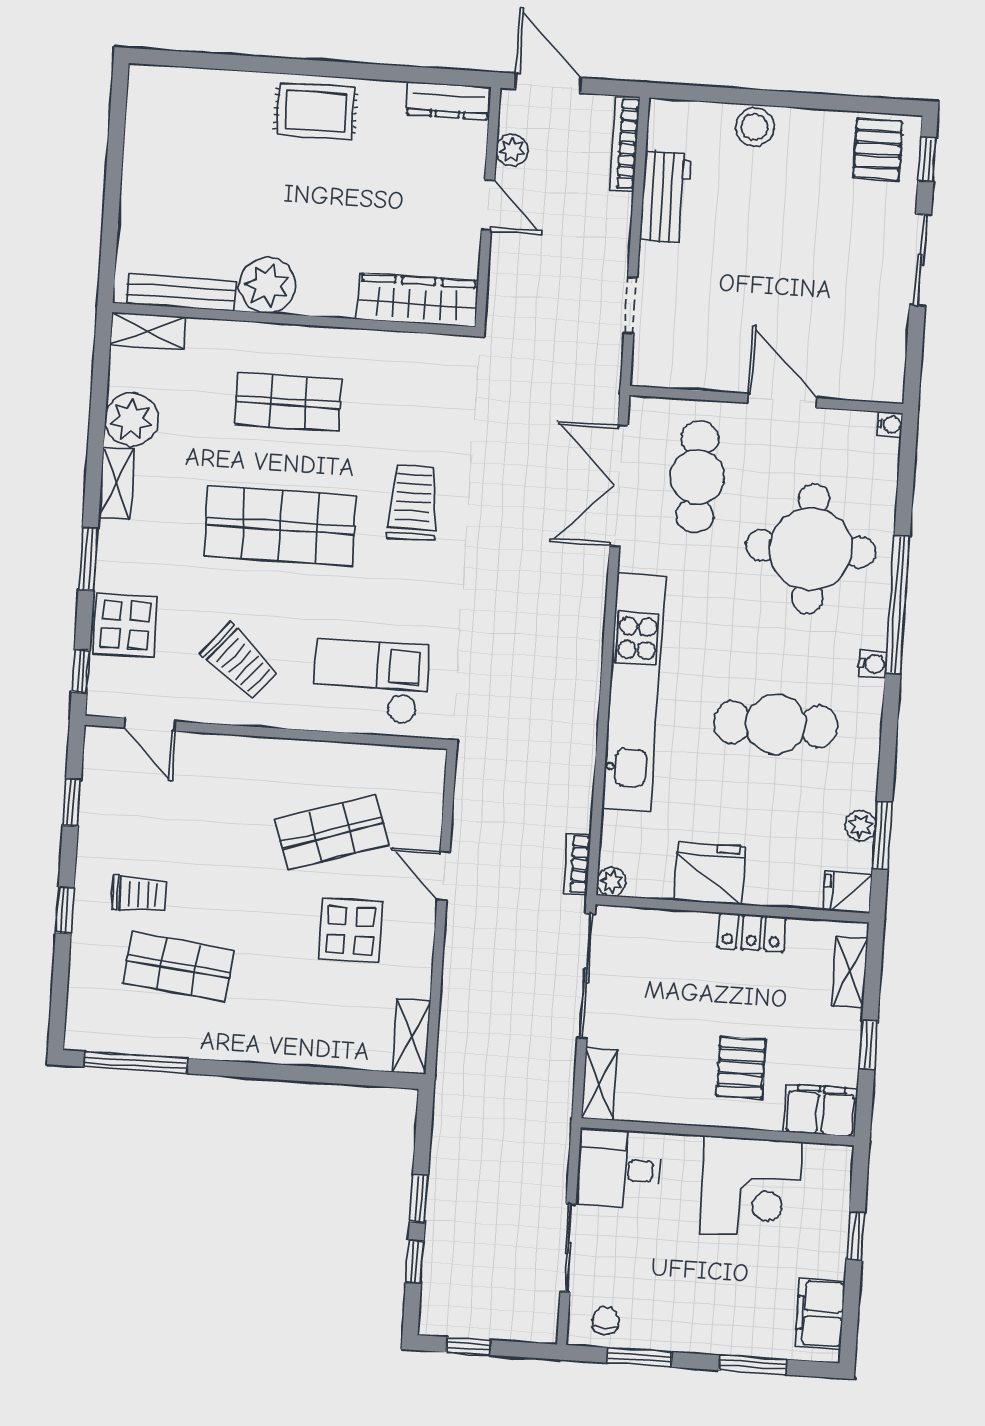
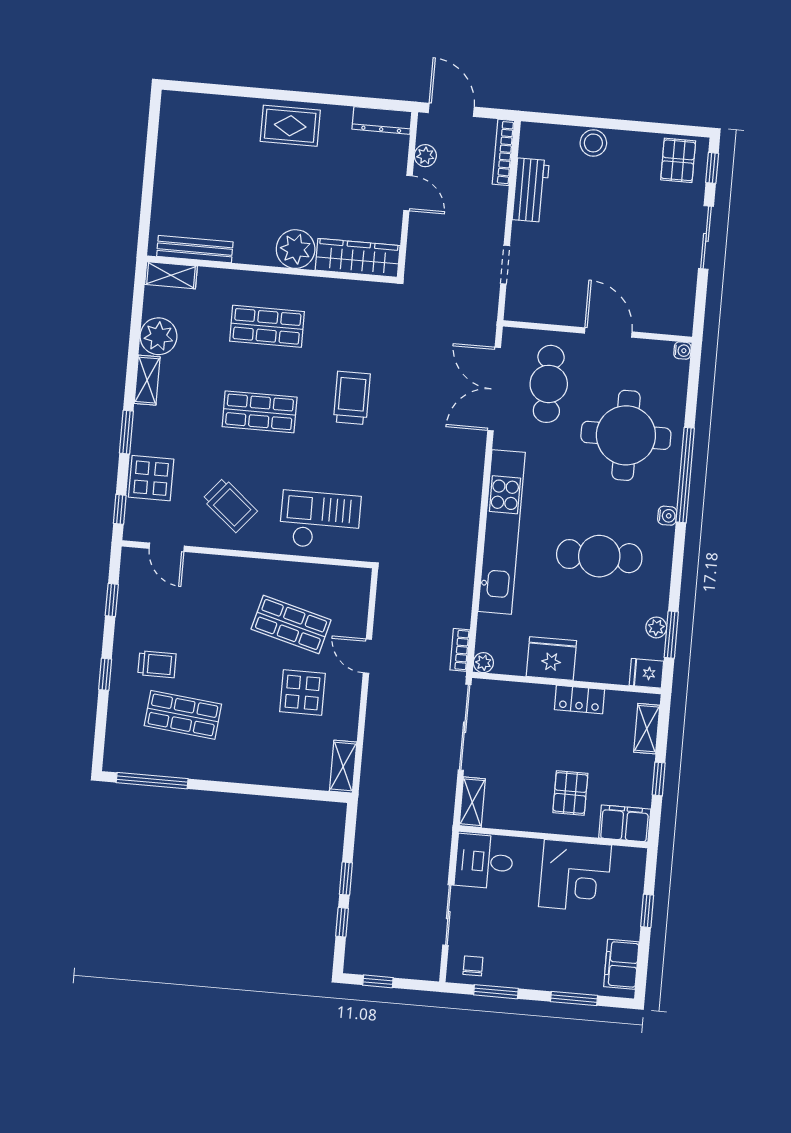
plant: (267, 285) -> (296, 249), moved
shop shelf: (280, 526) -> (260, 412), width x0.70, depth x0.74
shop shelf: (332, 832) -> (291, 624), turned 33

